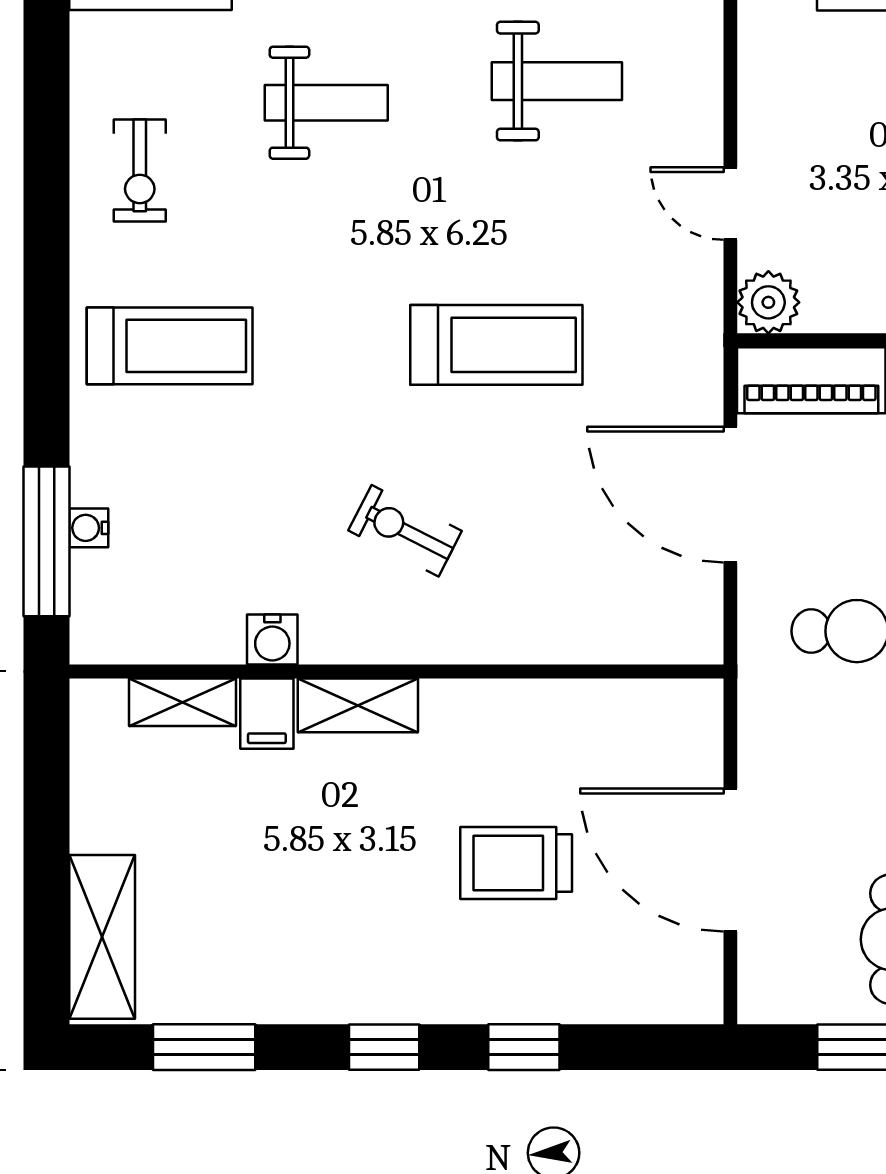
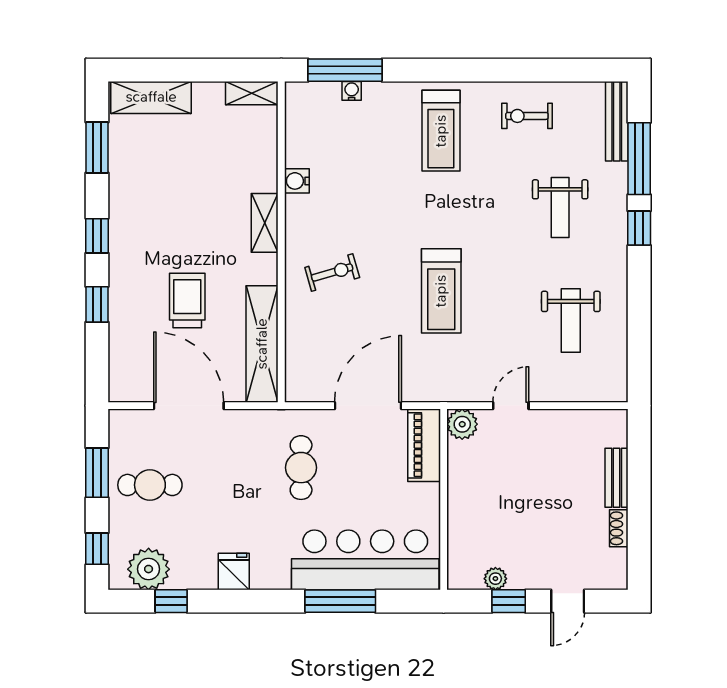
exercise bike: (405, 531) -> (332, 273), moved, turned 47
shelving: (183, 702) -> (252, 93), moved, turned 90
shelving: (605, 711) -> (262, 344), added
filing cabinet: (267, 714) -> (261, 178), removed
door: (730, 860) -> (189, 406), hinge flipped

